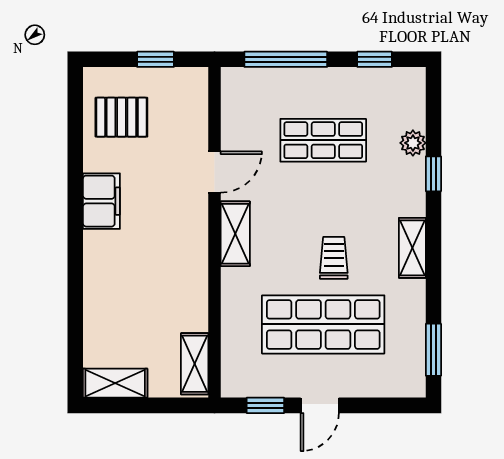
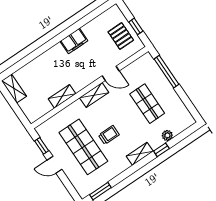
window: (375, 59) -> (187, 102), removed
pallet: (121, 117) -> (121, 36), moved
shelving: (412, 248) -> (140, 154), moved
shelving: (195, 364) -> (62, 96), moved

